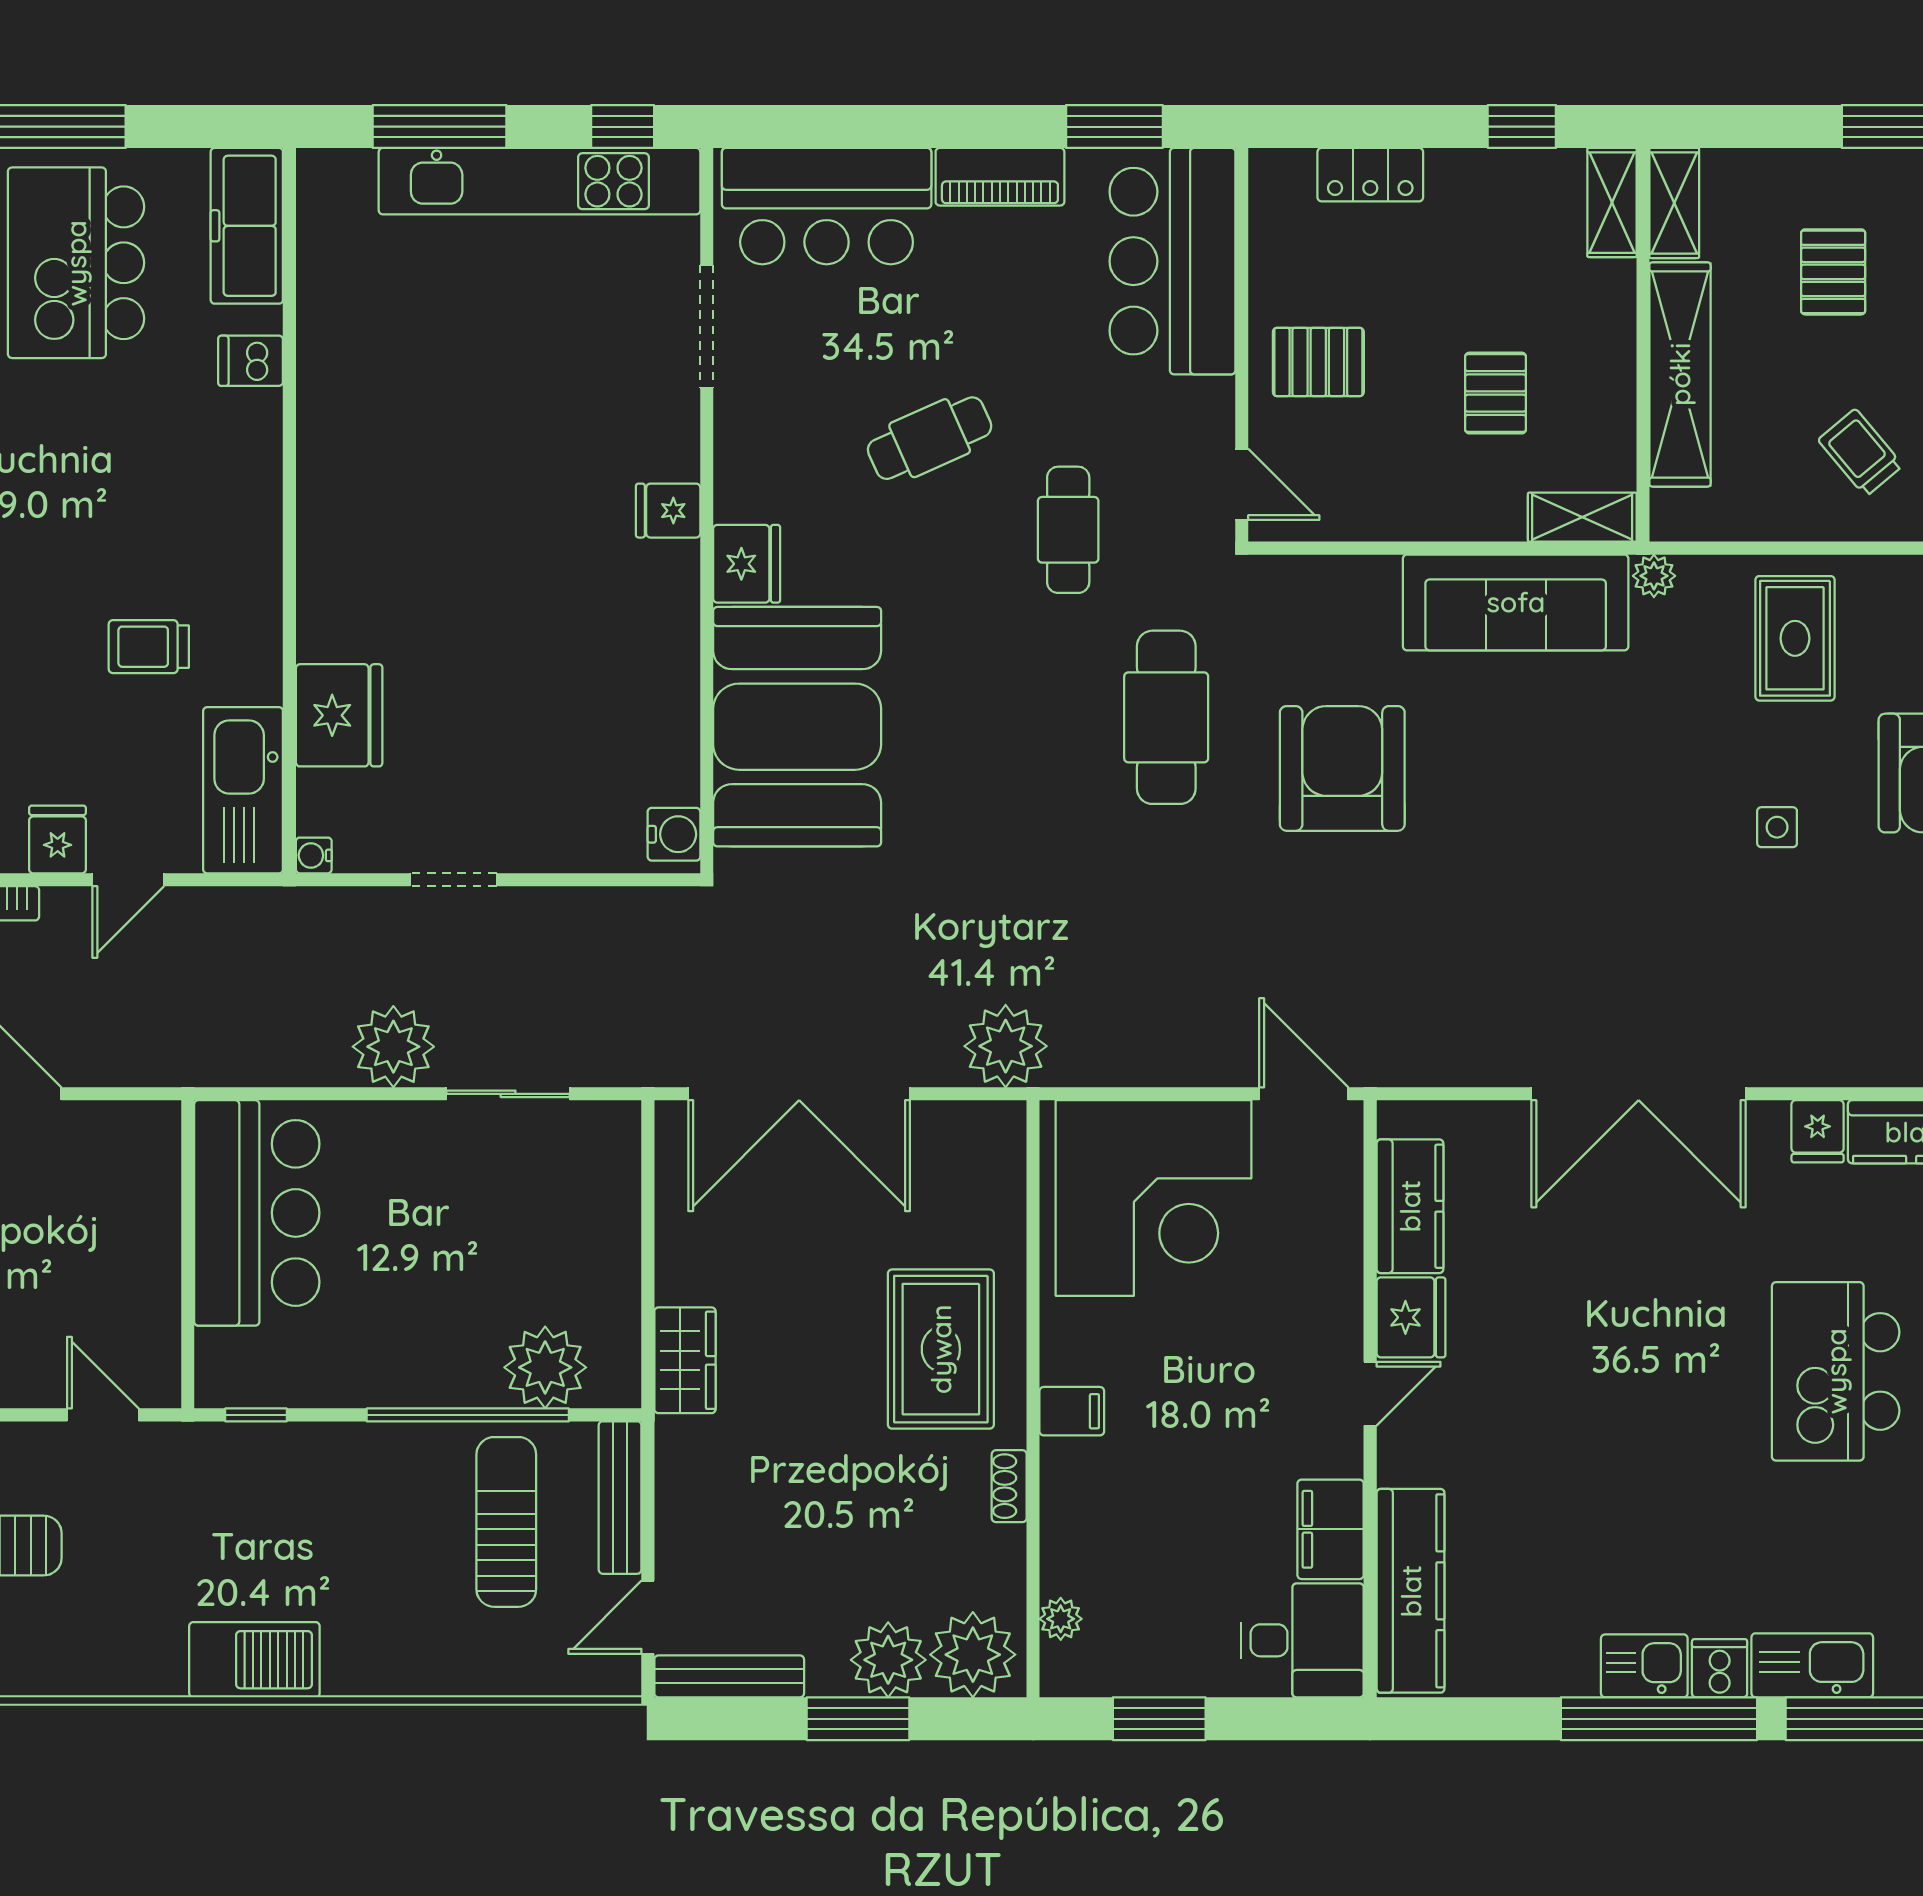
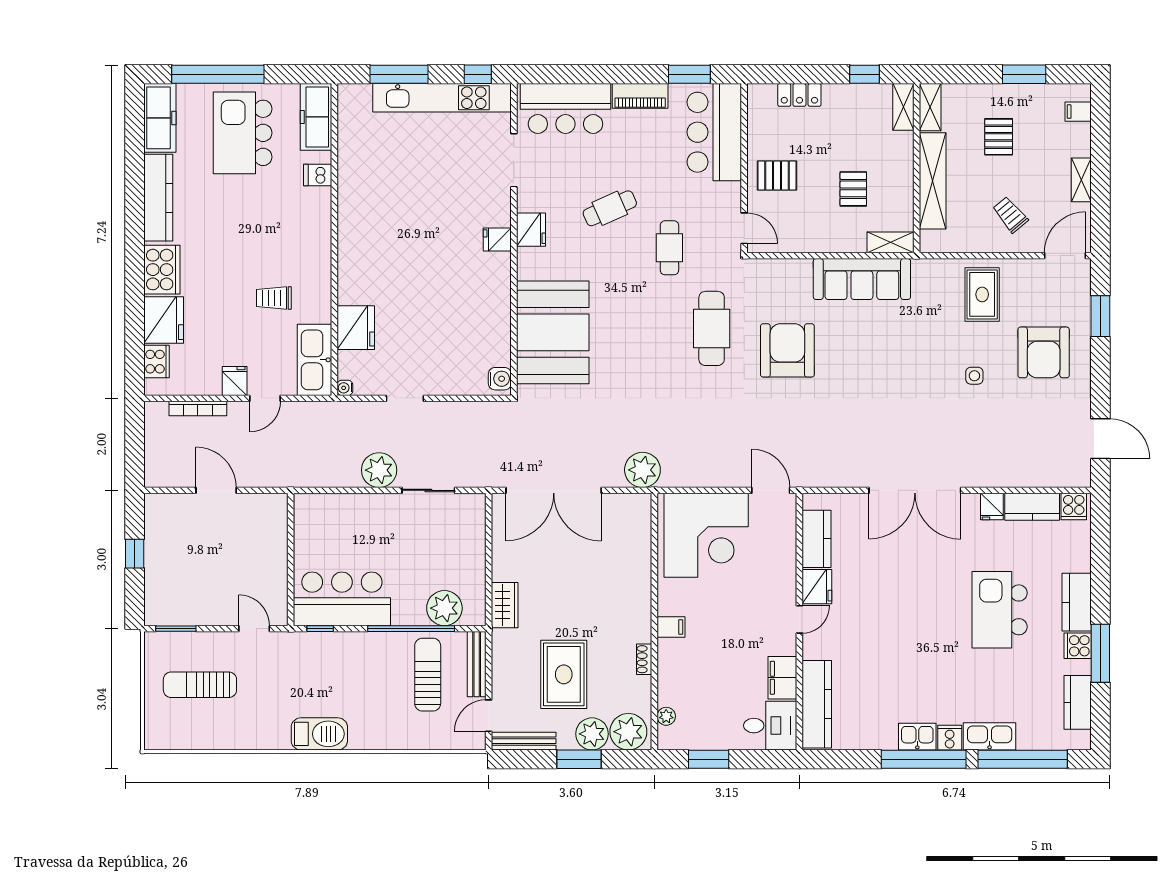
fridge: (747, 564) -> (531, 230), moved
plant: (1654, 576) -> (921, 268), removed
bar counter: (257, 1213) -> (342, 599), moved, turned -90
rug: (941, 1349) -> (564, 674), moved

